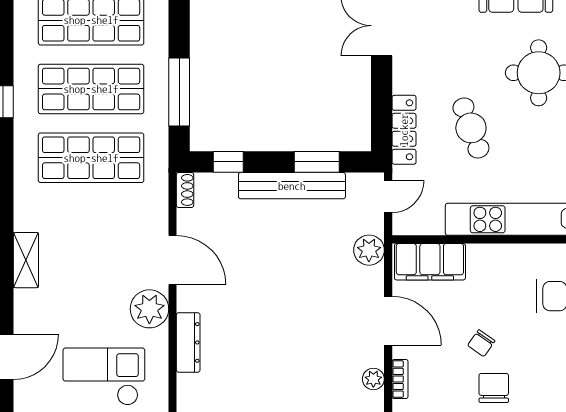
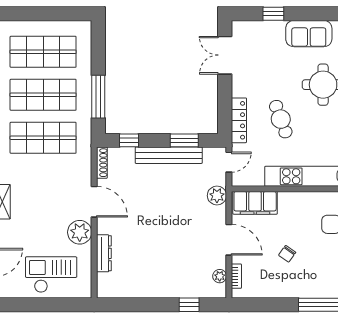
shoe rack: (185, 190) -> (102, 163), width x1.43
chair: (494, 388) -> (295, 282), removed

